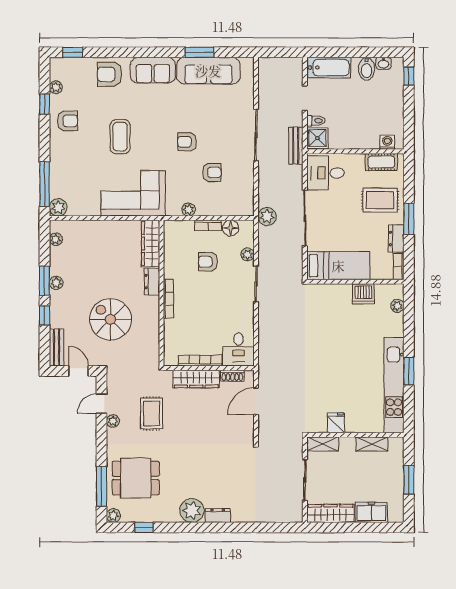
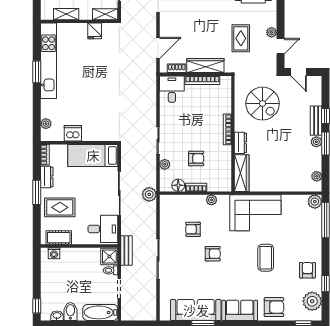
plant: (56, 87) -> (312, 301), width x1.87, depth x1.87
armchair: (67, 121) -> (307, 270), turned 90
spiral stairs: (110, 319) -> (263, 104), moved
bench: (57, 347) -> (316, 121), moved

